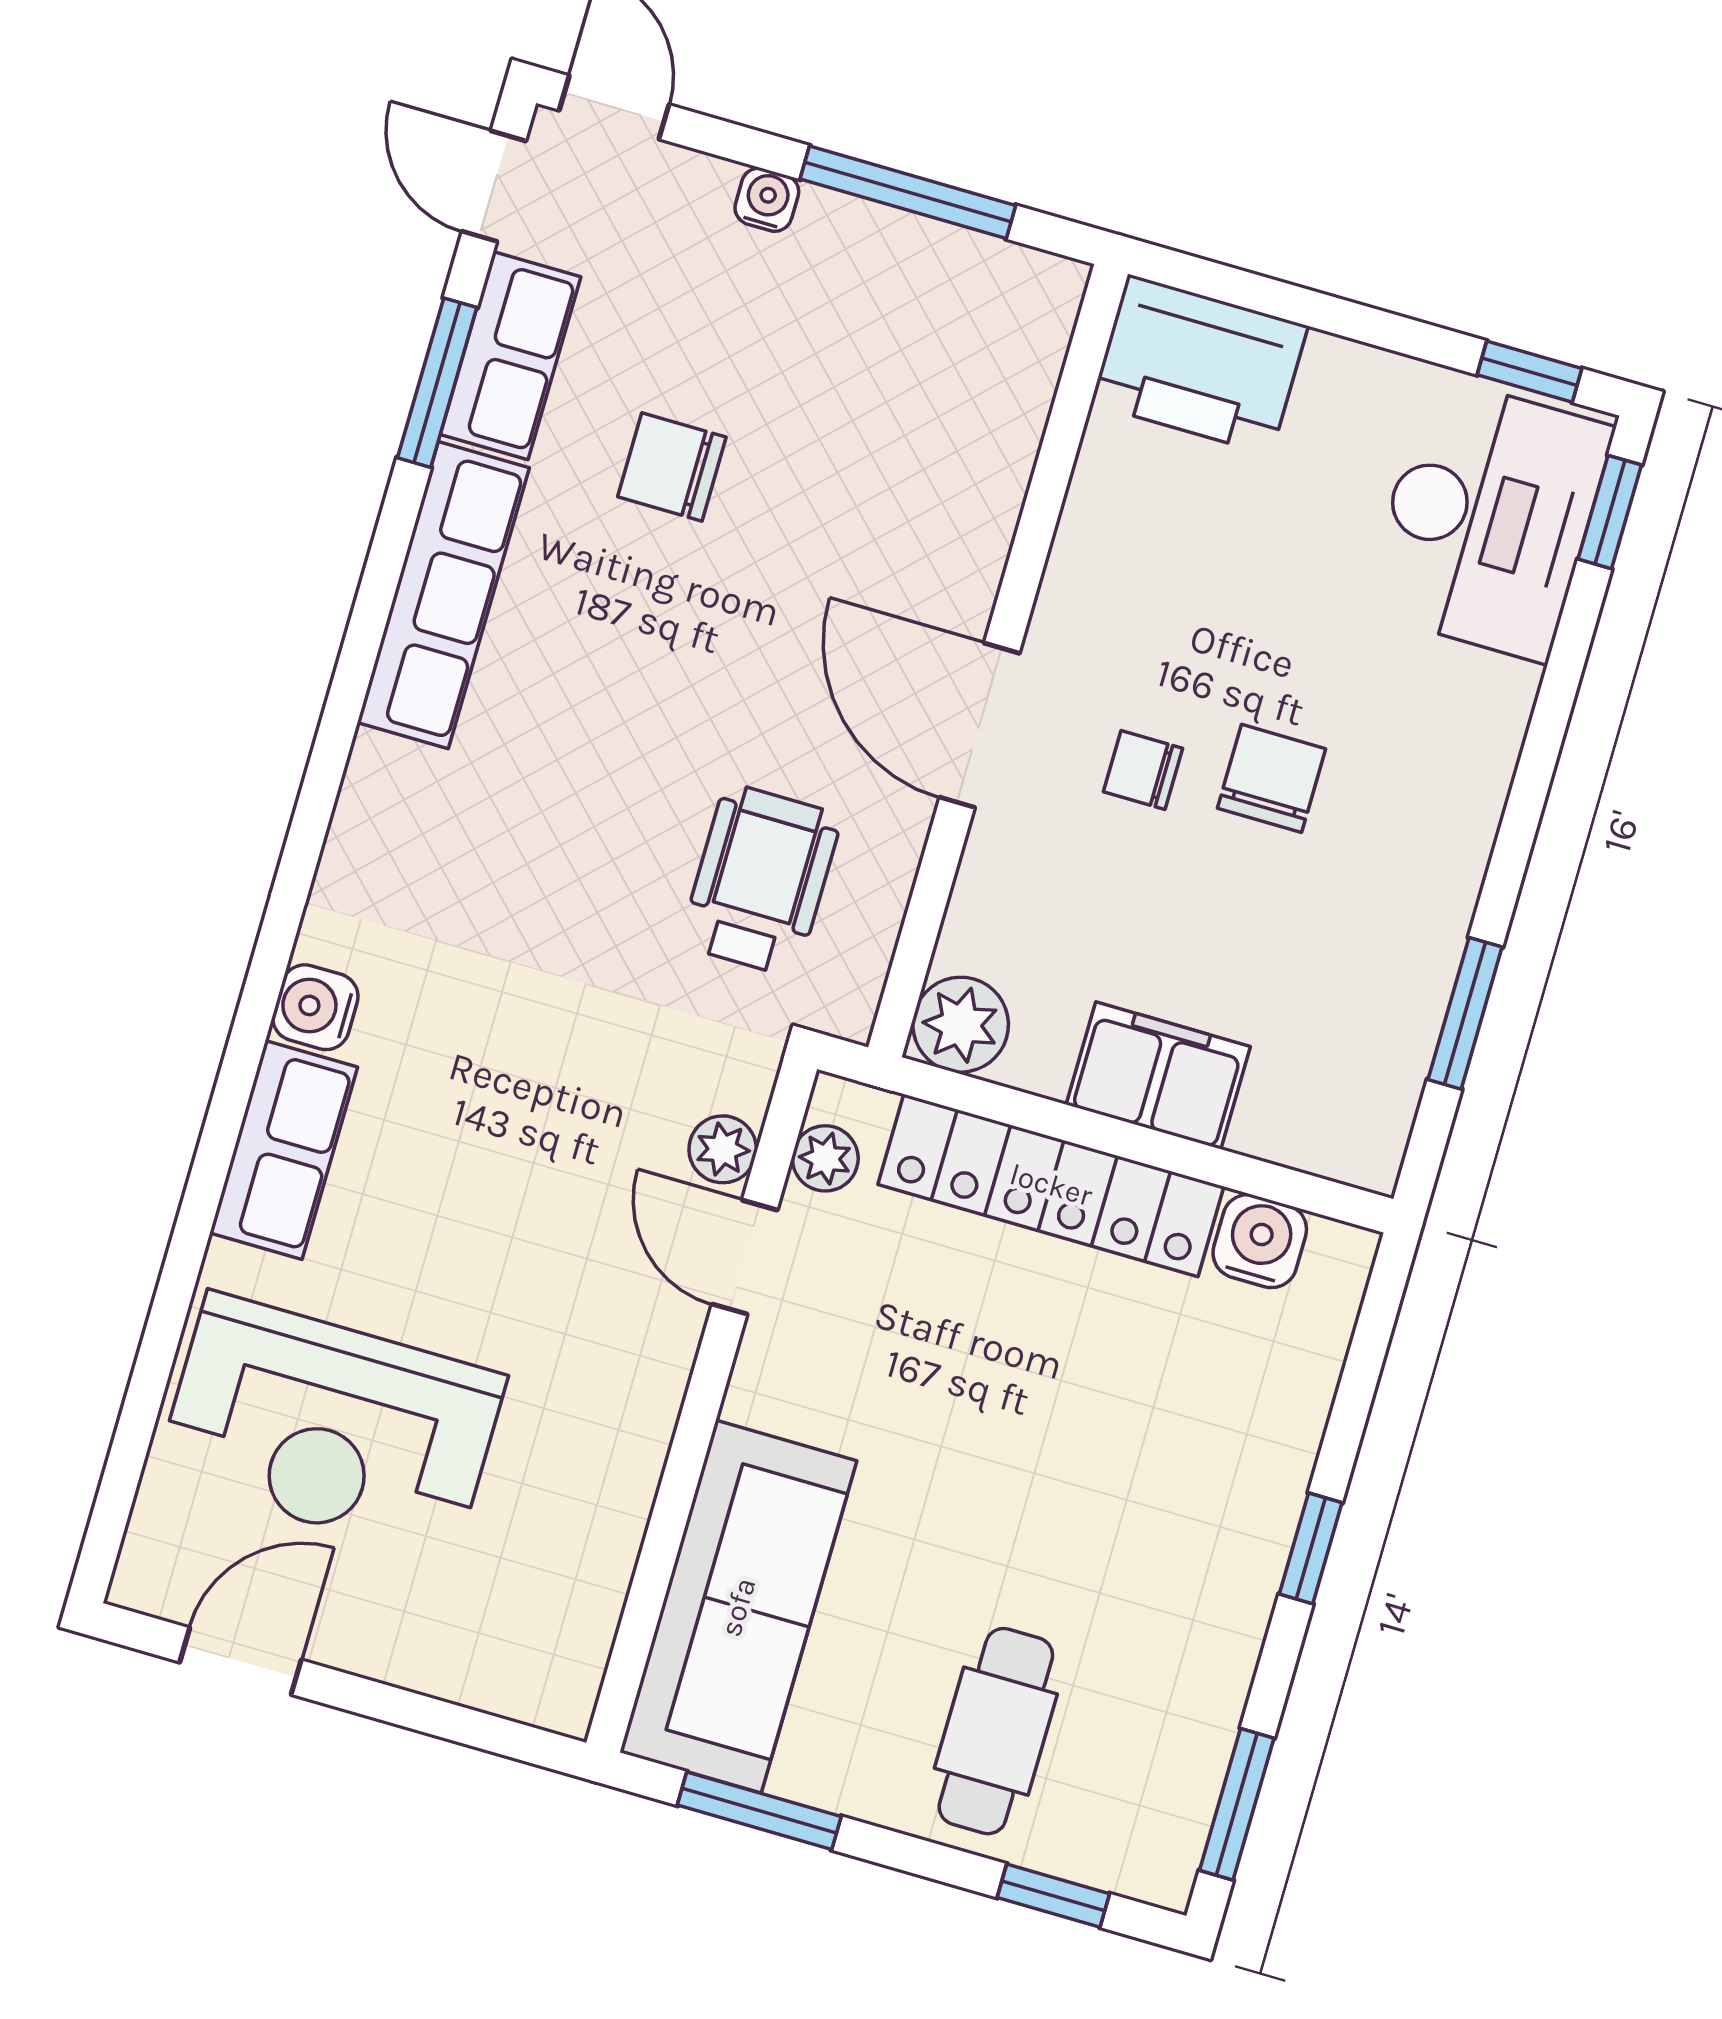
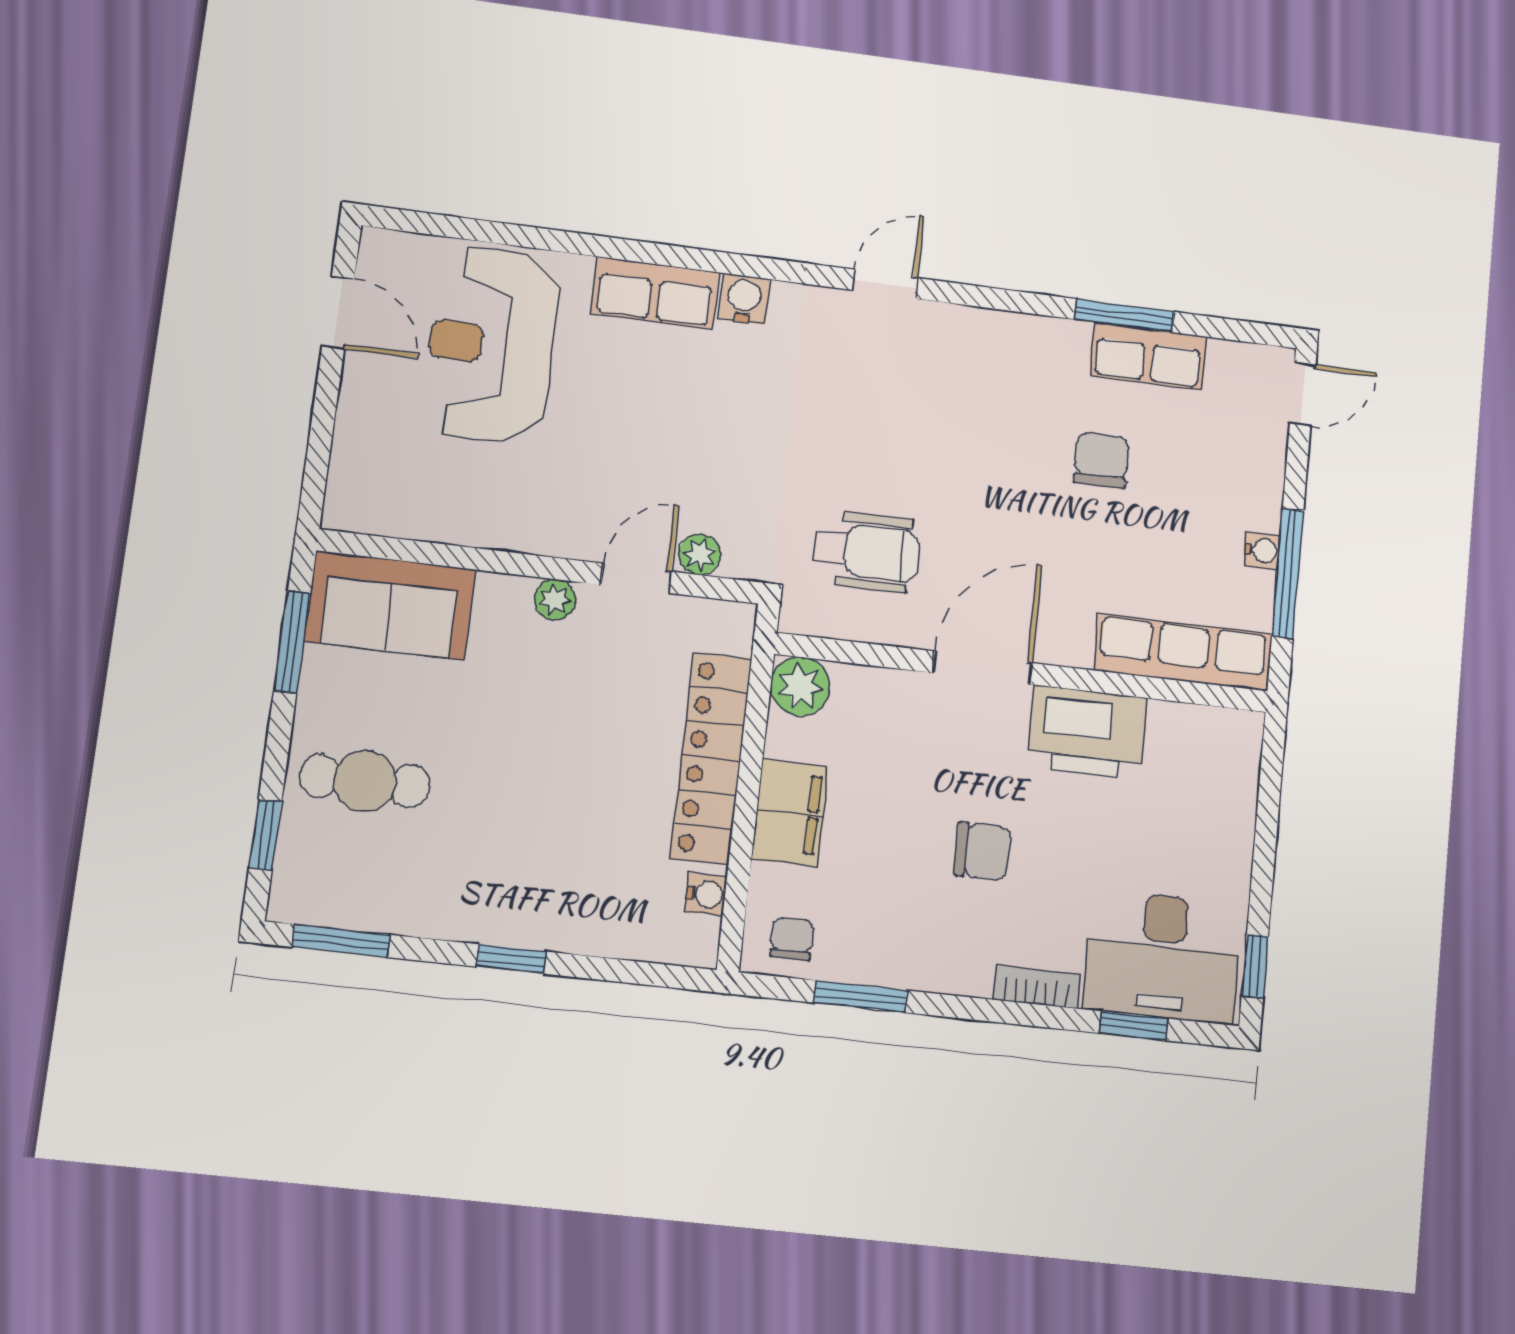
door: (494, 186) -> (885, 284), moved
water cooler: (767, 200) -> (1262, 551), moved
printer: (1199, 365) -> (1087, 732), moved, turned -90
window: (1610, 512) -> (1134, 1026), moved
row of seats: (443, 595) -> (1183, 652), moved, turned 180
bookcase: (1500, 731) -> (1037, 987), added
chair: (1143, 770) -> (792, 939), moved
plant: (825, 1158) -> (555, 600), moved
water cooler: (1260, 1241) -> (706, 894), width x0.72, depth x0.72
sofa: (738, 1607) -> (390, 605), width x0.73

